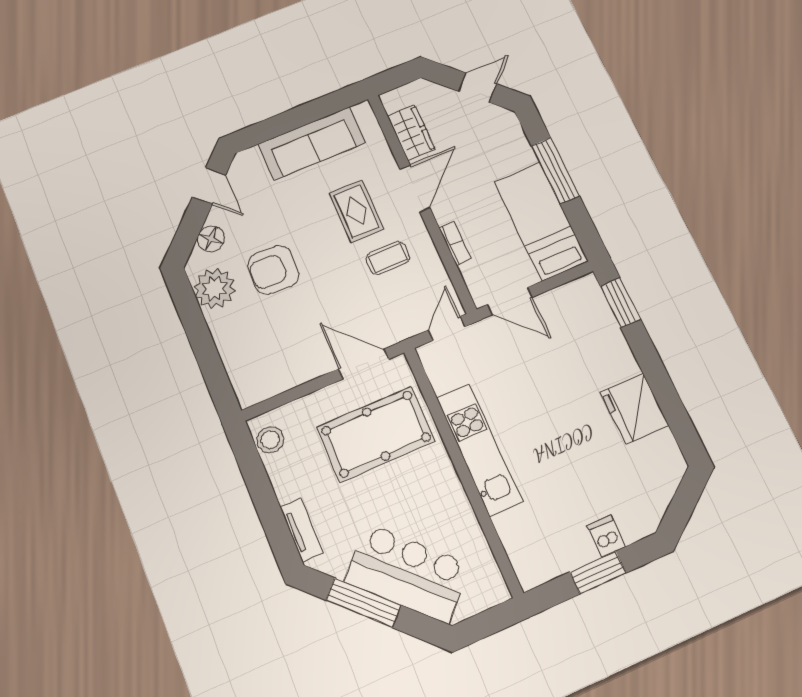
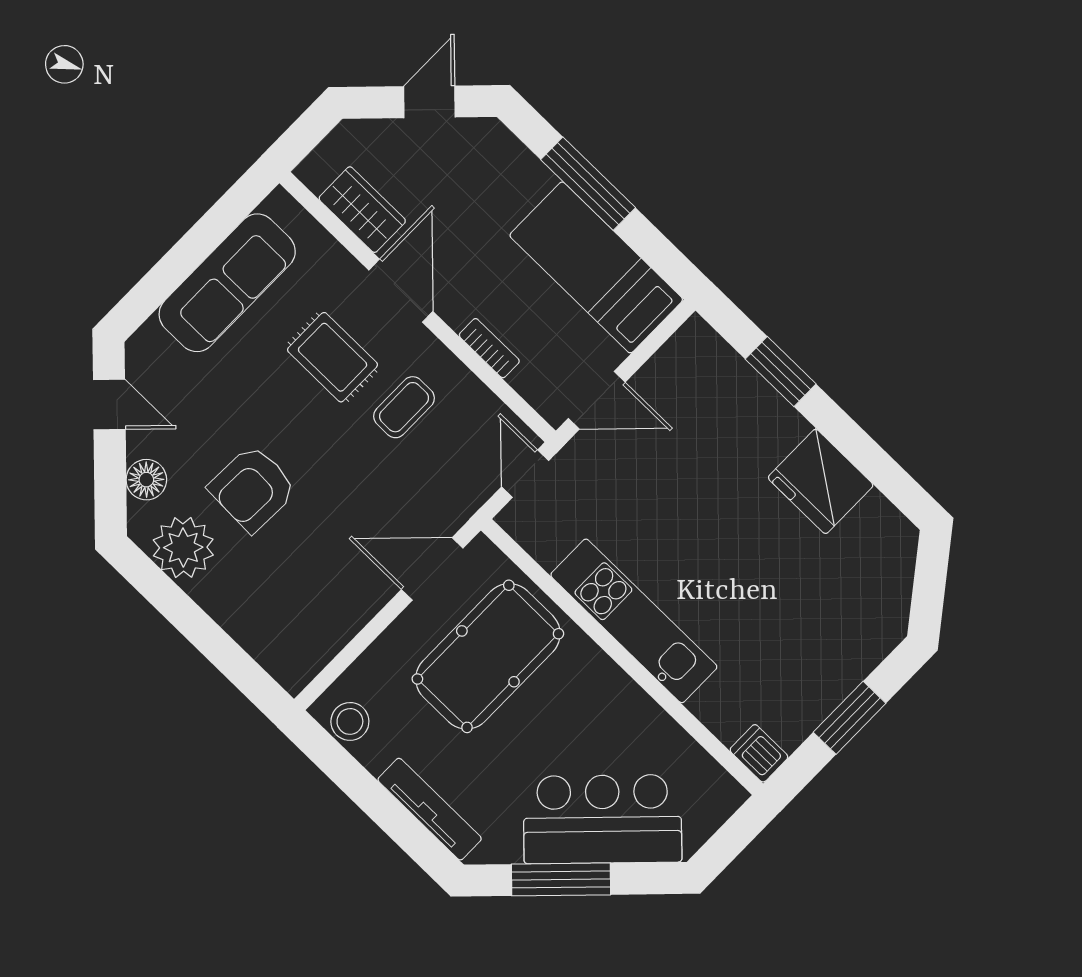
window: (620, 303) -> (781, 372), moved
tv unit: (301, 530) -> (430, 809), width x1.41
dishwasher: (606, 536) -> (759, 753), moved

